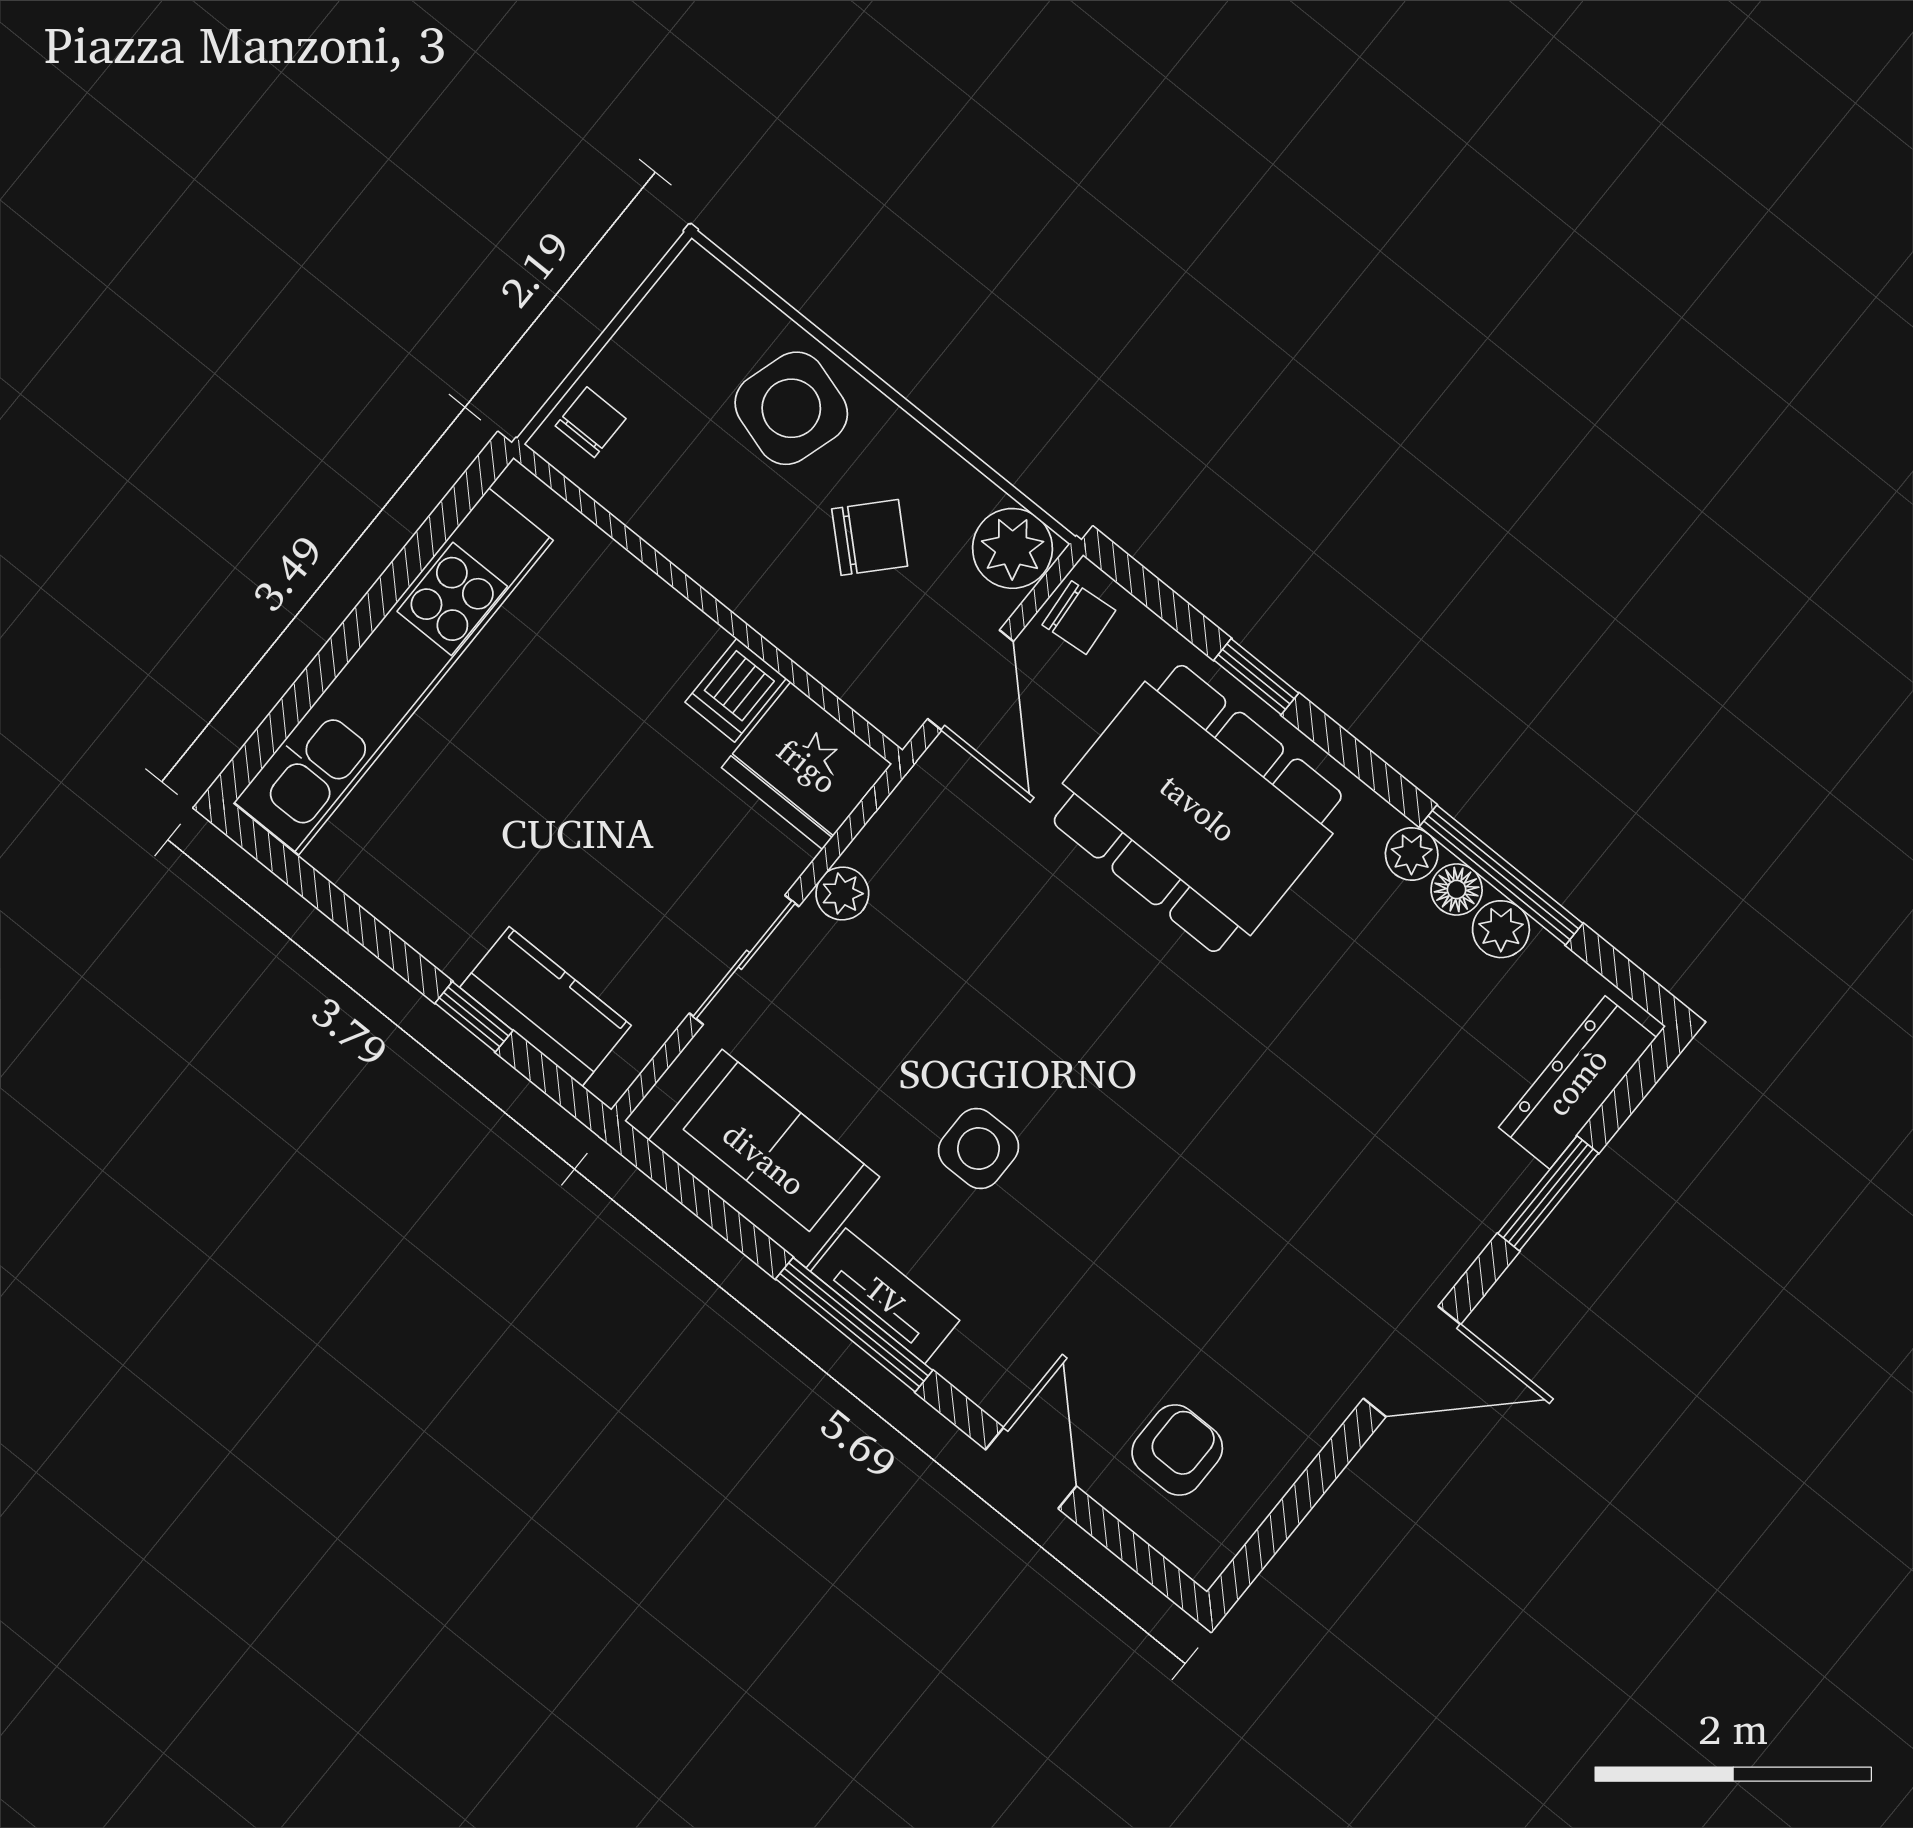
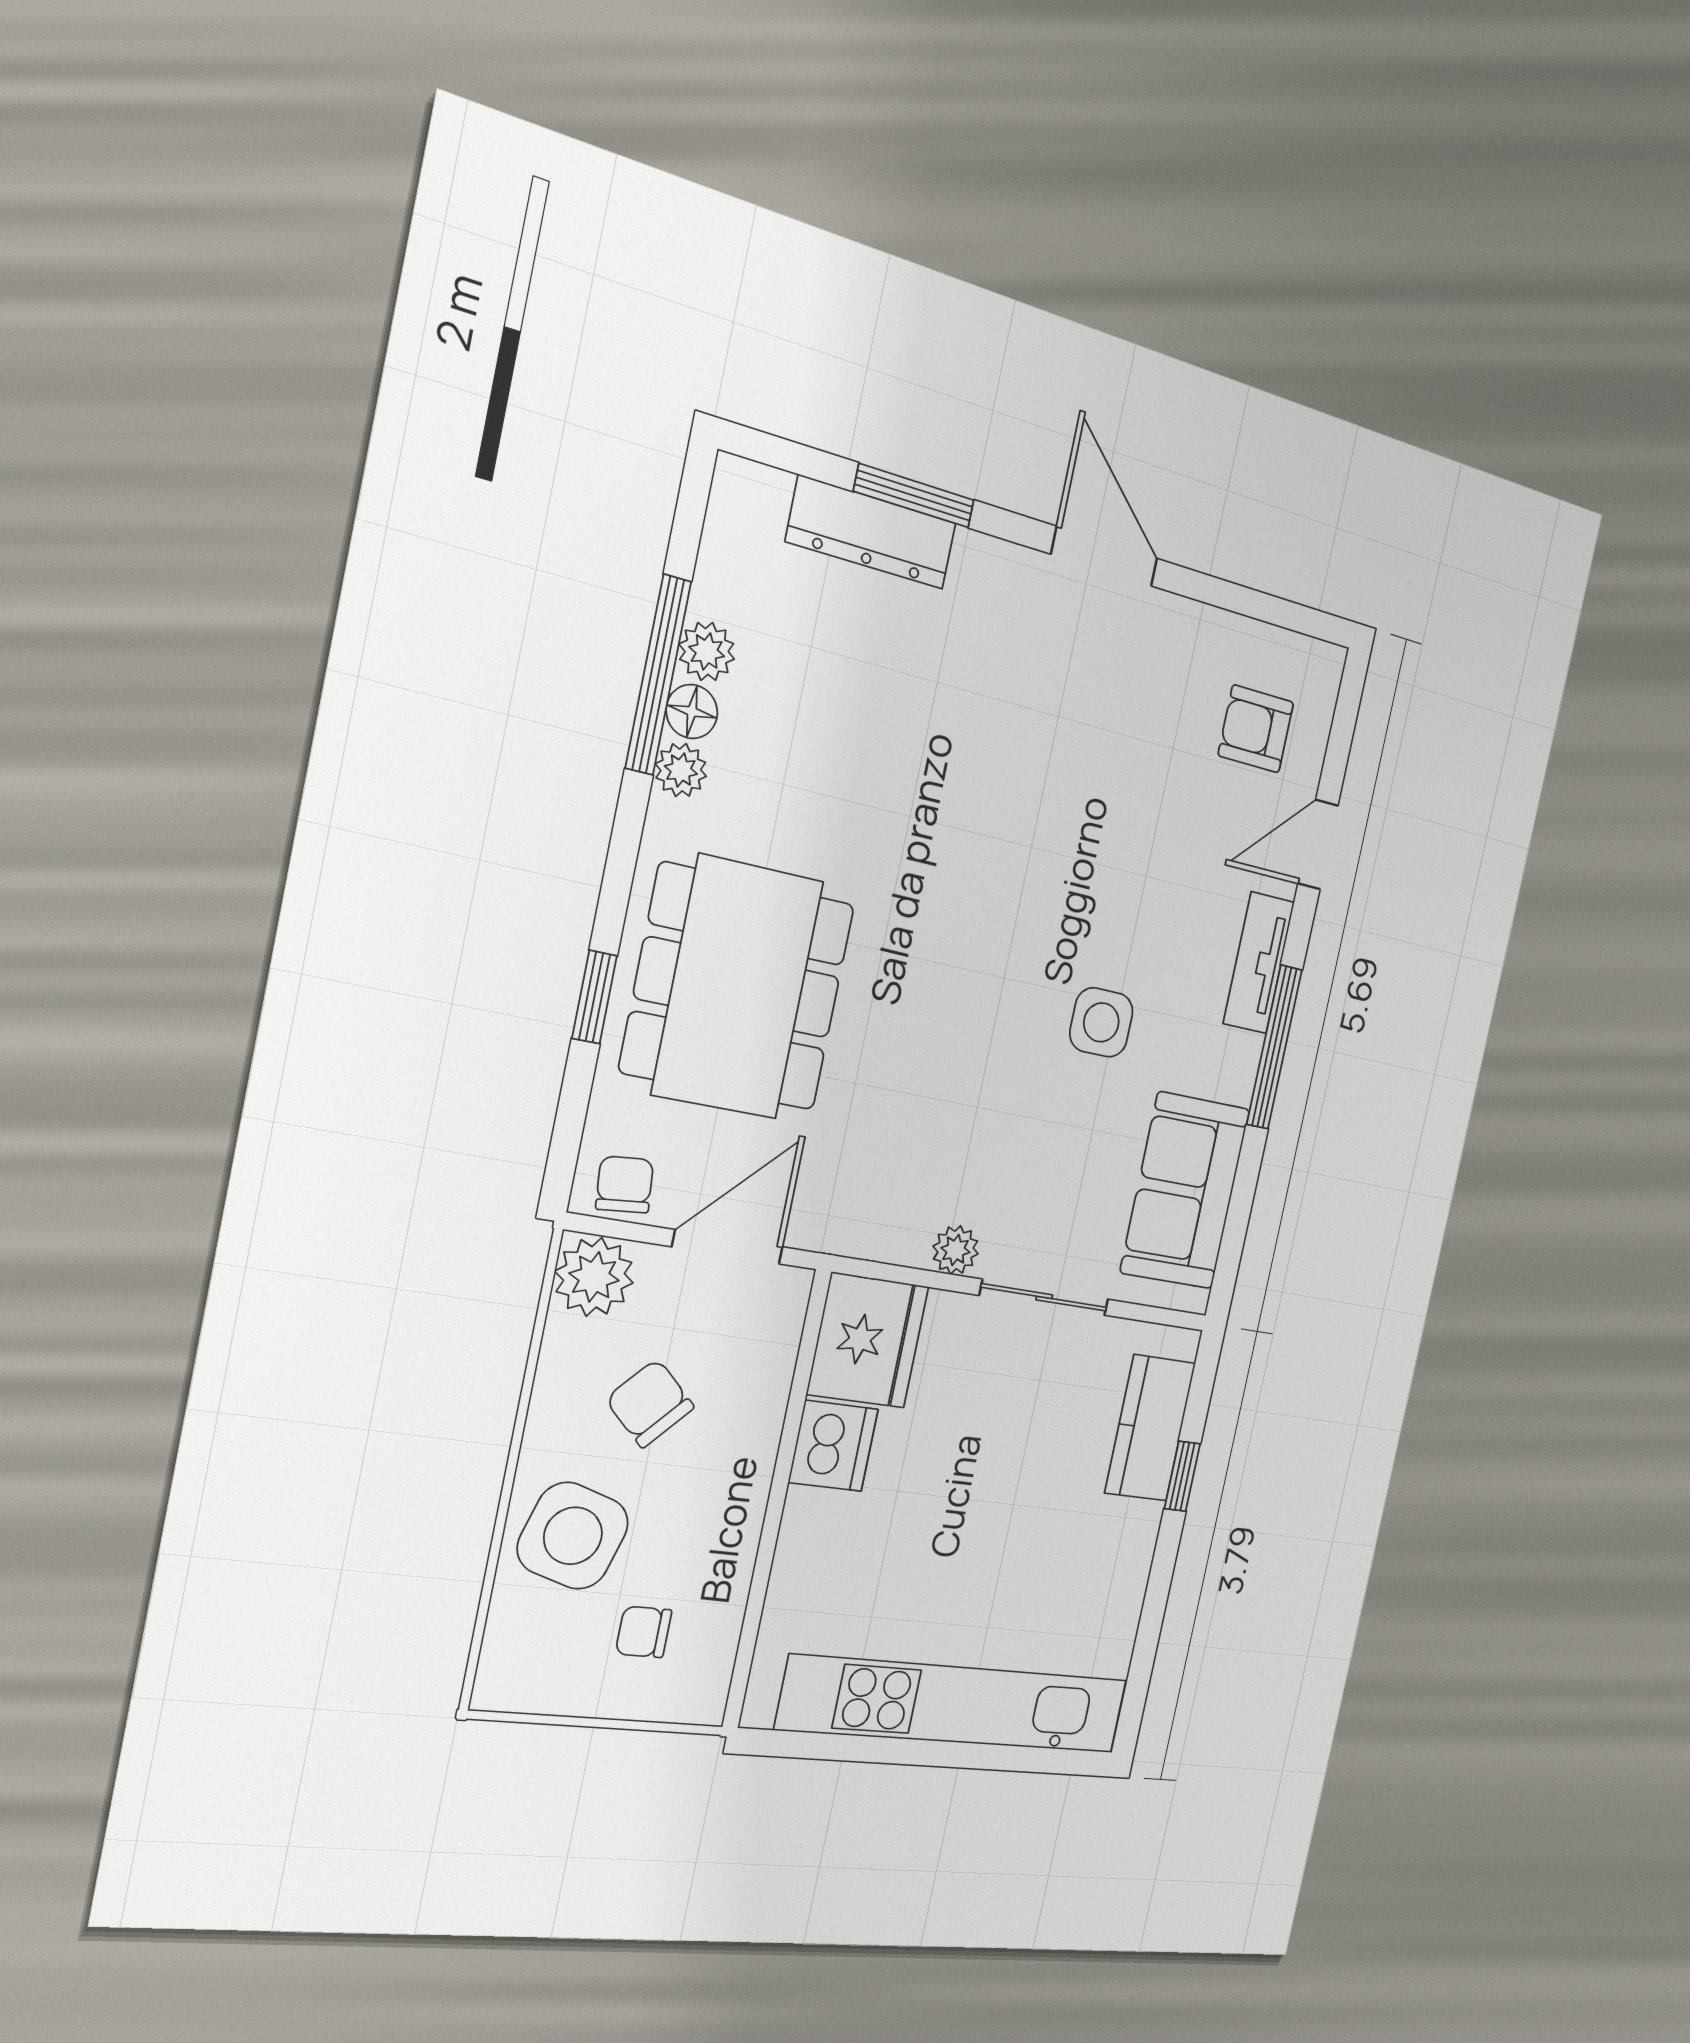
chair: (591, 422) -> (644, 1632), moved
dishwasher: (736, 690) -> (833, 1446), width x1.38
dresser: (1577, 1082) -> (871, 532), moved
tv unit: (885, 1296) -> (1259, 963), moved

